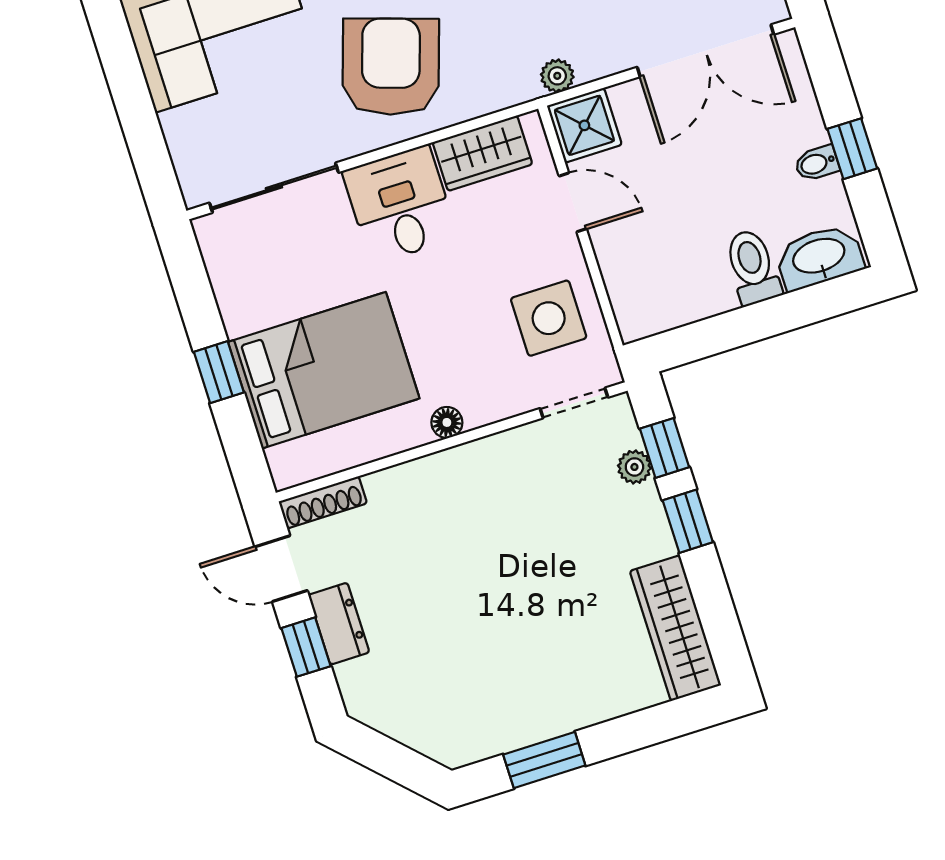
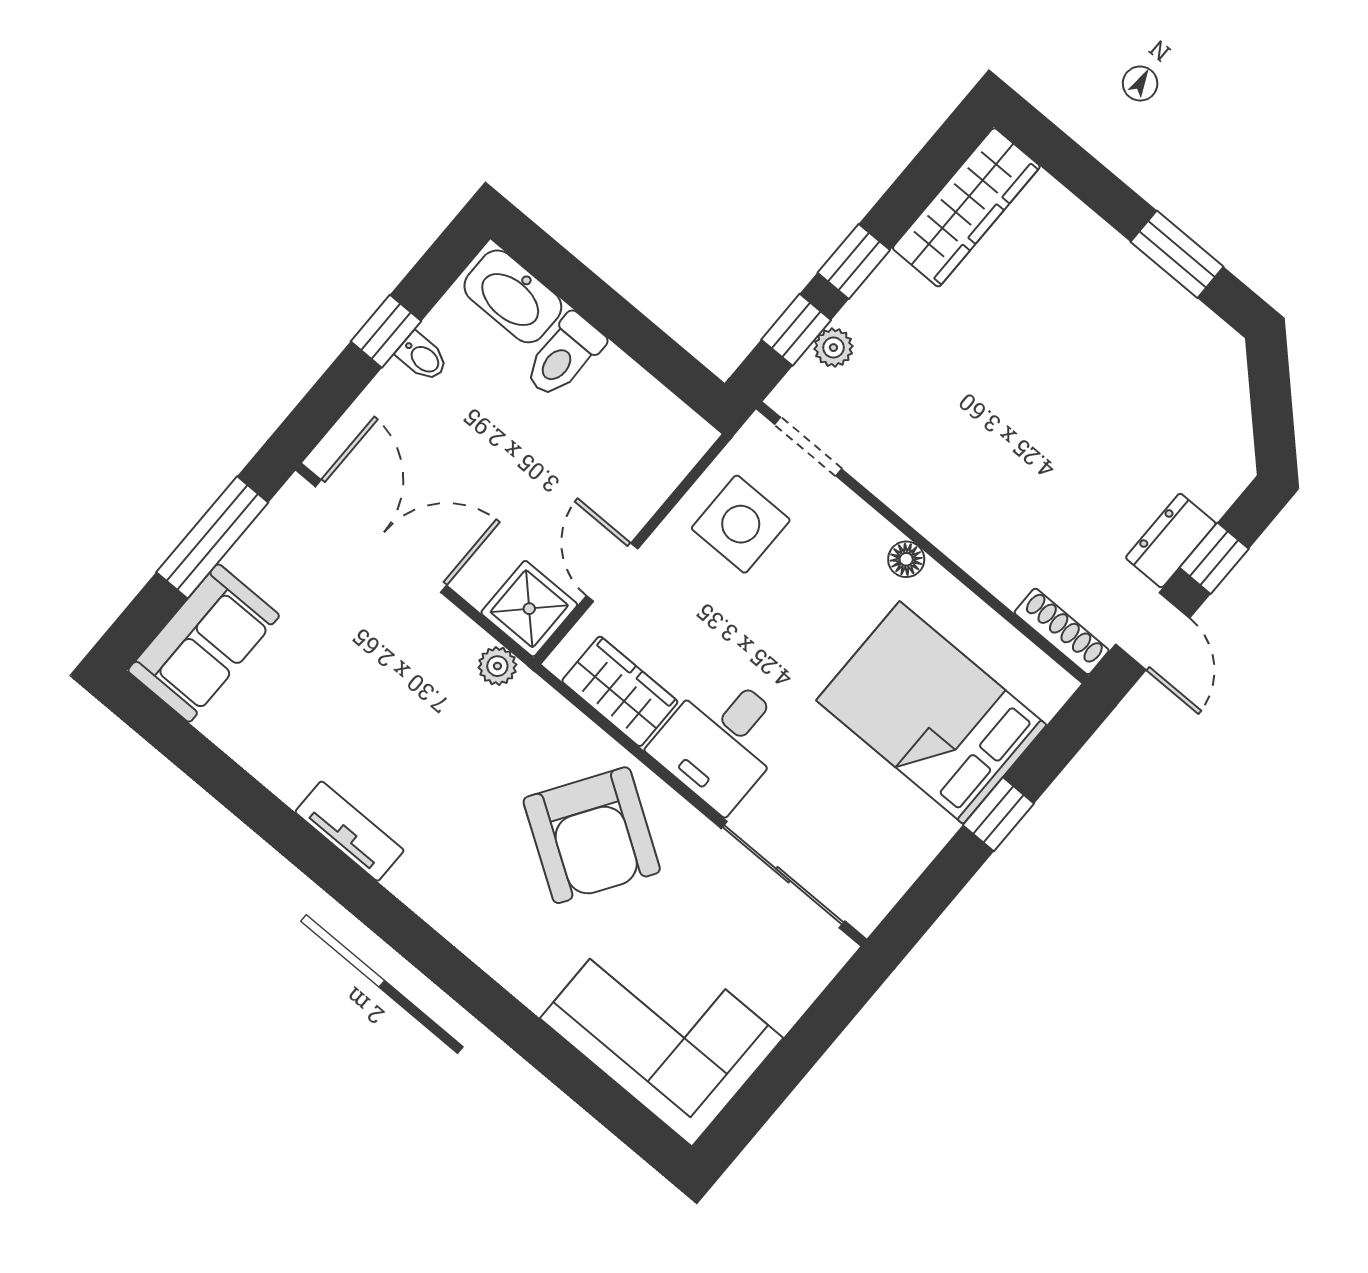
armchair: (391, 67) -> (592, 835), turned -75

